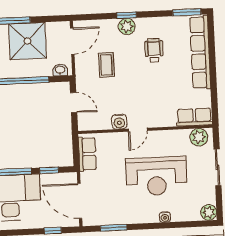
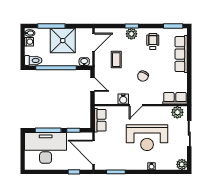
wheelchair: (154, 50) -> (153, 41), moved
row of seats: (200, 52) -> (181, 54), width x0.73
chair: (146, 87) -> (143, 76), added

